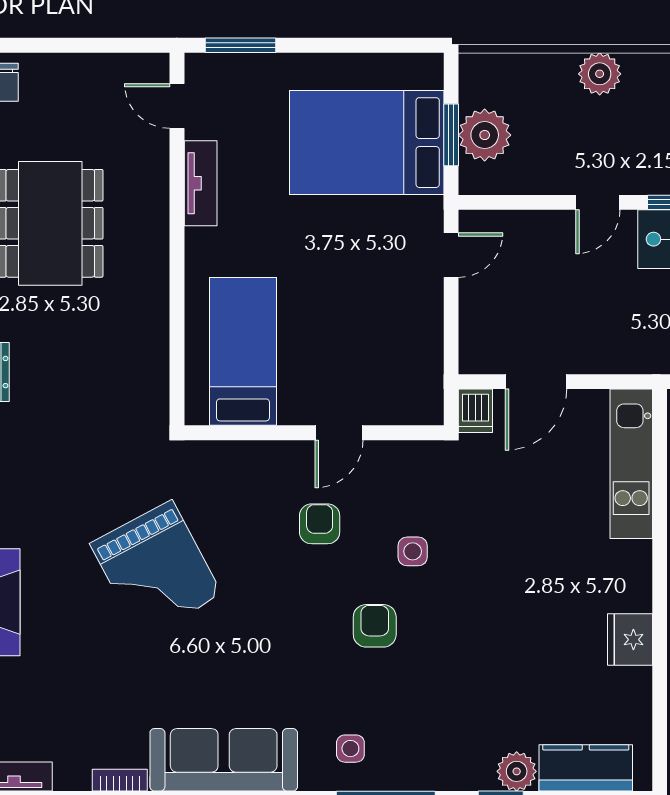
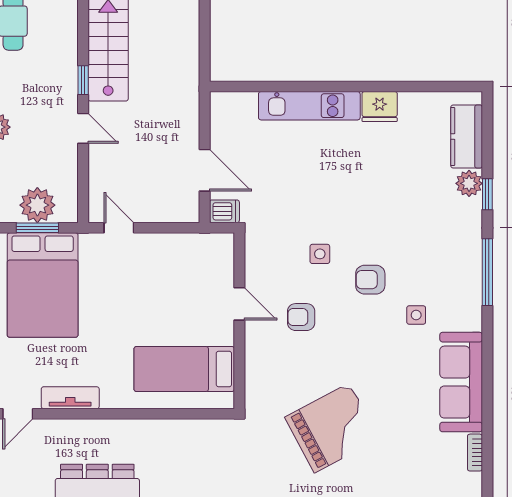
kitchen unit: (631, 464) -> (309, 106), moved
side table: (350, 749) -> (416, 315), moved

